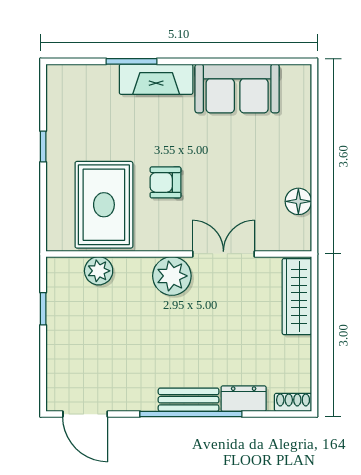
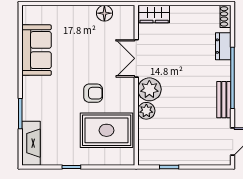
fireplace: (156, 79) -> (31, 143), moved
armchair: (166, 182) -> (93, 93), turned -90
plant: (99, 271) -> (146, 111), moved
wardrobe: (297, 297) -> (154, 14), width x0.67
bench: (189, 400) -> (224, 100), moved

